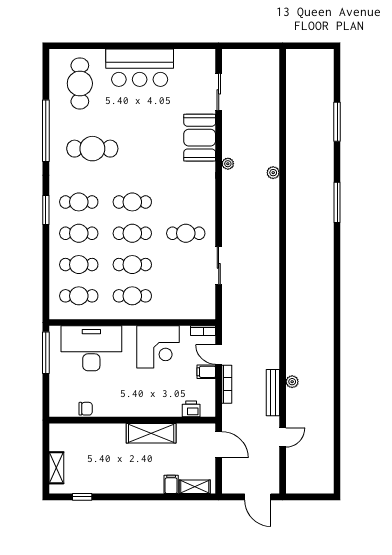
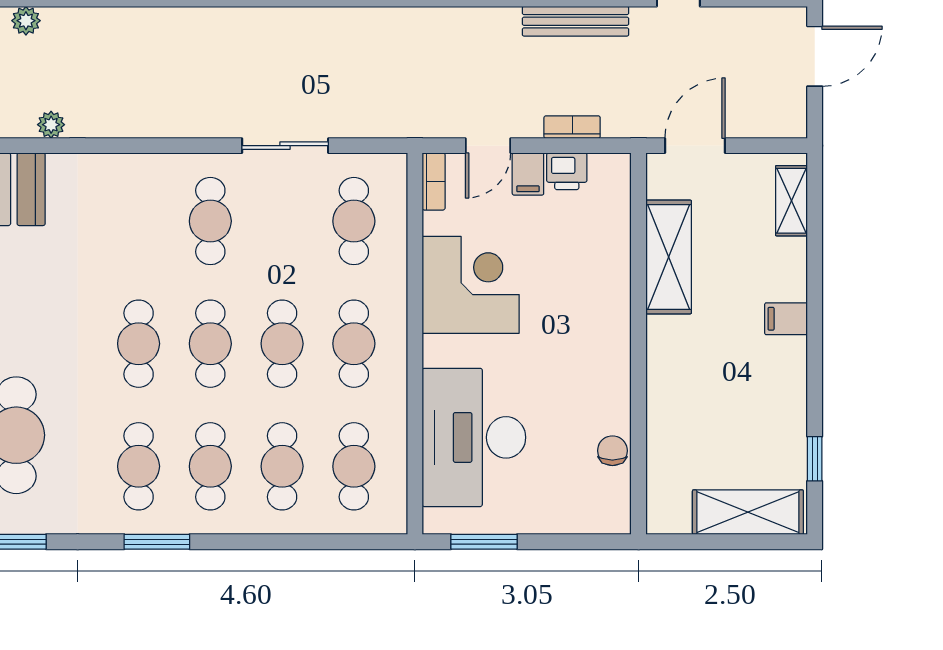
plant: (273, 173) -> (26, 21), moved
cafe table: (186, 296) -> (354, 221), added
window: (46, 353) -> (484, 542), width x0.69
bookcase: (227, 384) -> (572, 127), width x0.64
printer: (191, 409) -> (567, 171), moved, turned -90
shelving: (151, 433) -> (669, 257), moved
shelving: (56, 468) -> (748, 512), width x1.50, depth x1.33
filing cabinet: (171, 484) -> (786, 319), moved

